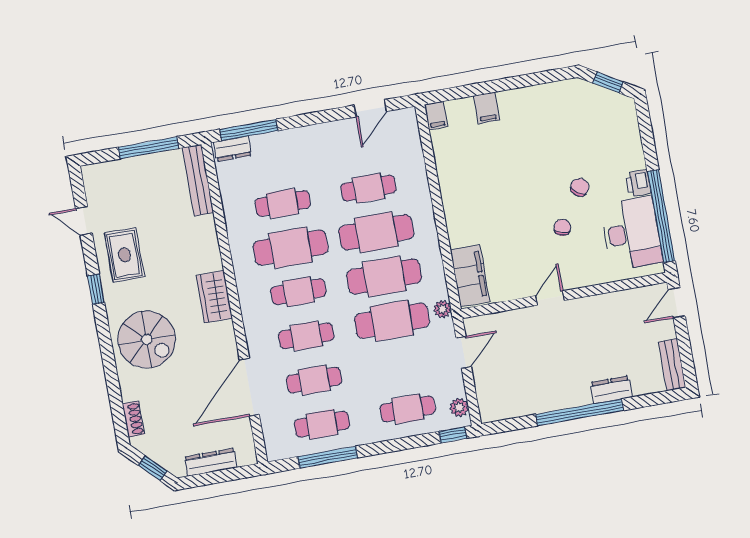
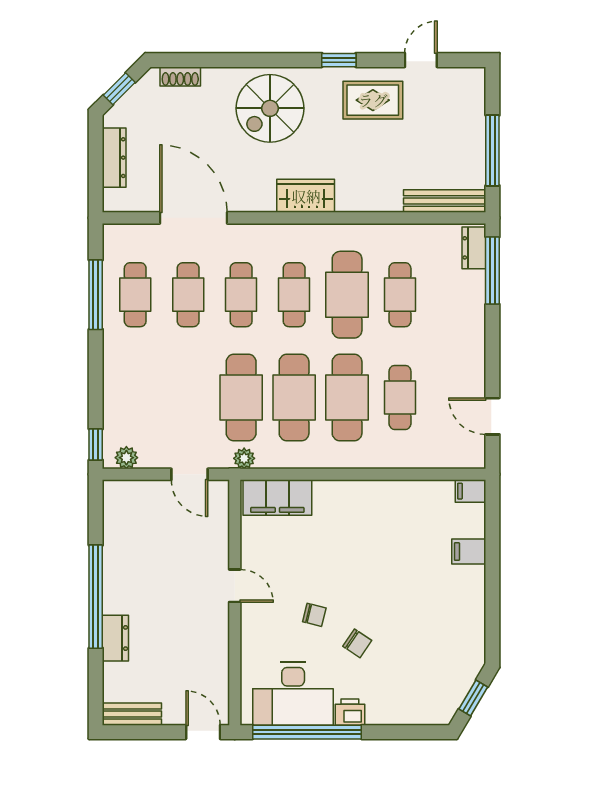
cafe table: (408, 409) -> (135, 397), removed

